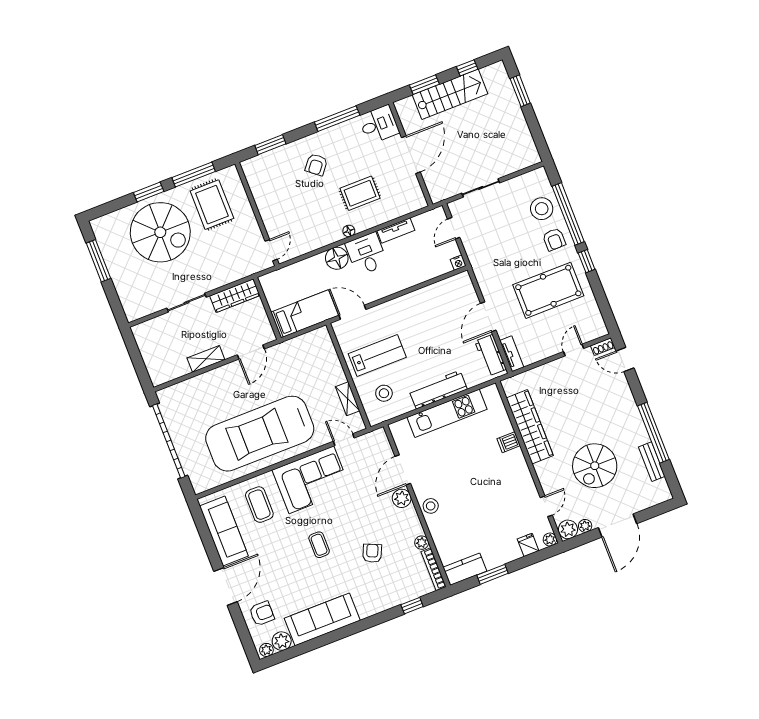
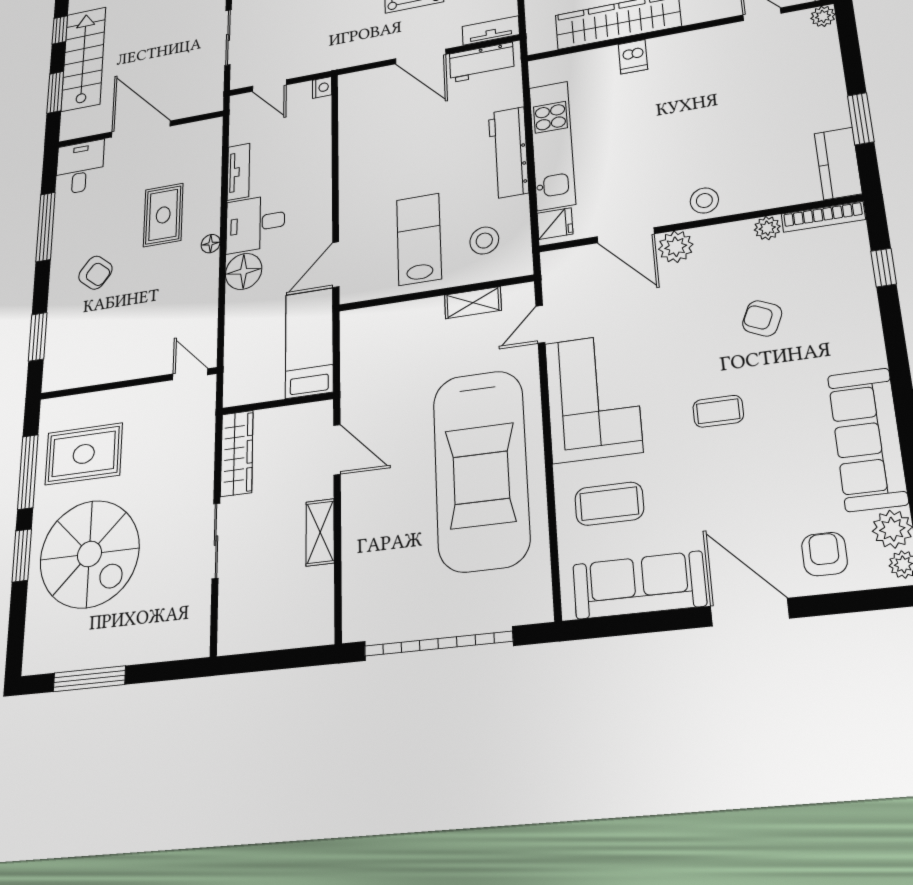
spiral stairs: (160, 232) -> (89, 554), turned 90
fridge: (528, 545) -> (555, 224), moved, turned 180

